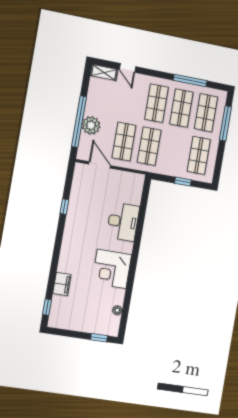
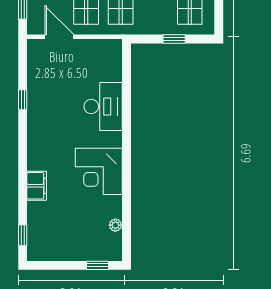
filing cabinet: (62, 284) -> (37, 186), moved

